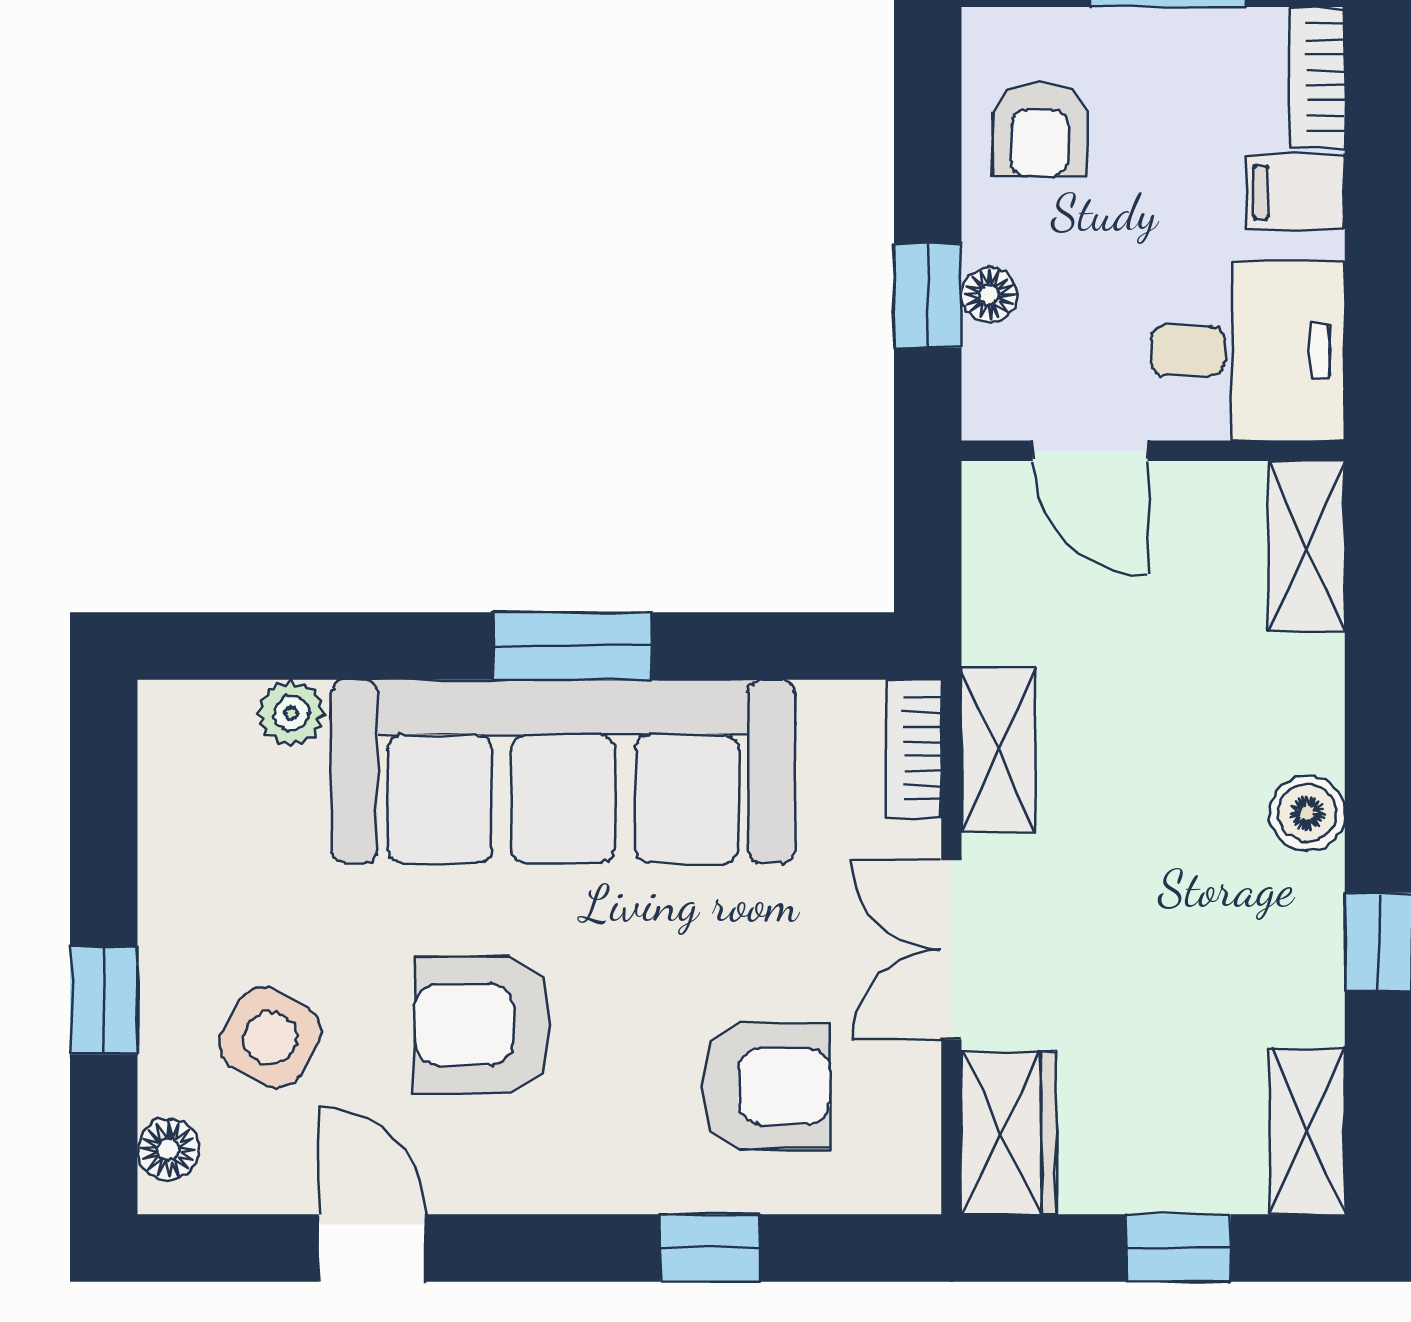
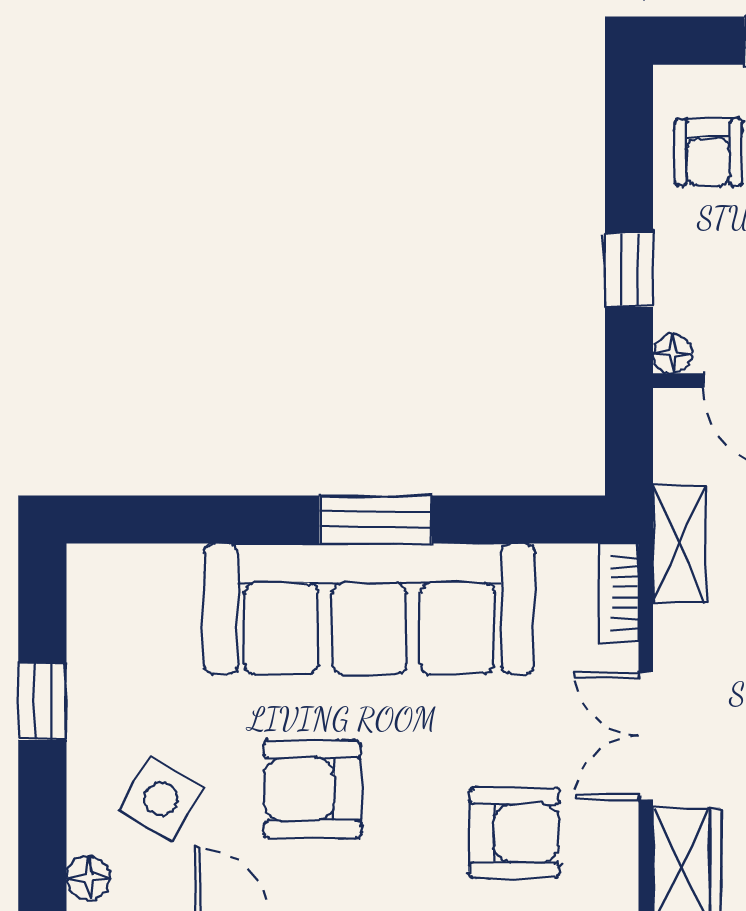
floor lamp: (989, 295) -> (673, 354), moved
plant: (291, 713) -> (176, 567), removed
shelving: (998, 750) -> (679, 545), moved
window: (104, 1001) -> (42, 702), moved

